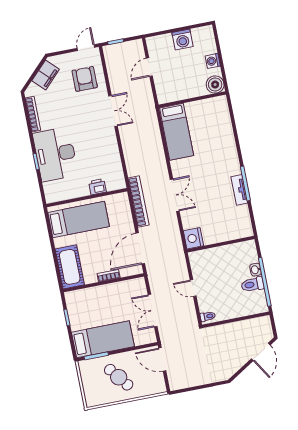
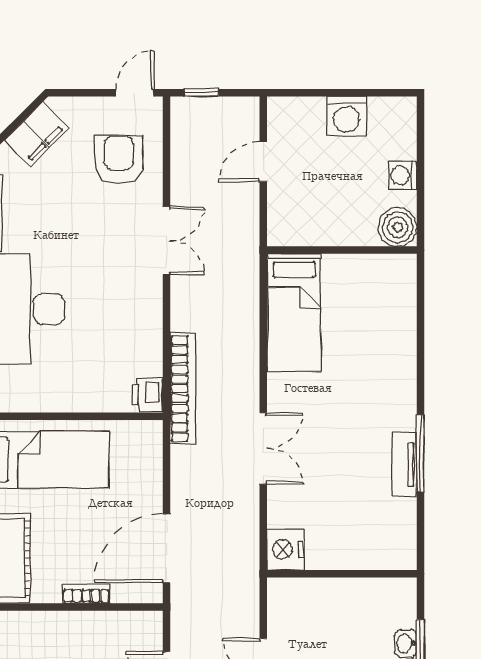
printer: (97, 187) -> (147, 395), moved, turned -90
bookcase: (138, 201) -> (183, 389), moved

